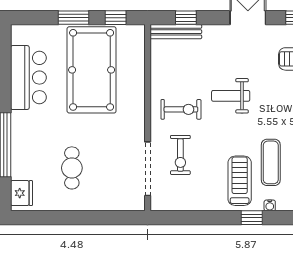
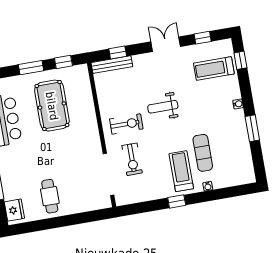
pool table: (92, 70) -> (52, 106), width x0.73, depth x0.76
cafe table: (72, 168) -> (50, 196), moved
window: (252, 218) -> (177, 201), moved

